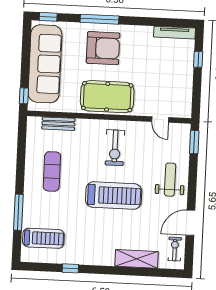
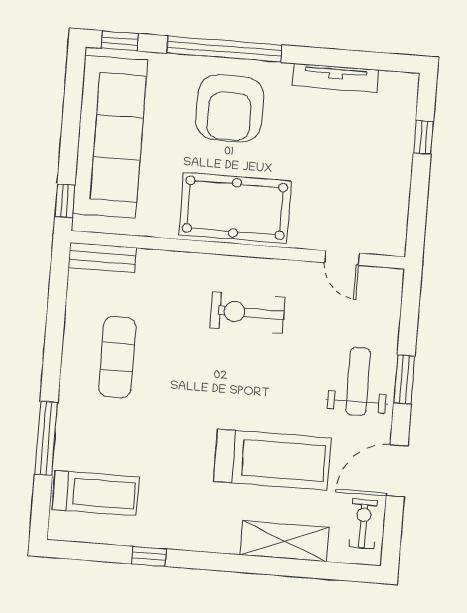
window: (100, 19) -> (224, 49), width x1.46
tv unit: (175, 33) -> (336, 78), moved
armchair: (103, 48) -> (230, 108), turned 90
bench: (58, 124) -> (102, 258), moved
window: (194, 142) -> (404, 379), moved
exercise bike: (115, 148) -> (248, 312), turned 90
treadmill: (114, 196) -> (272, 460), moved

